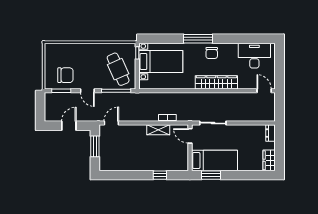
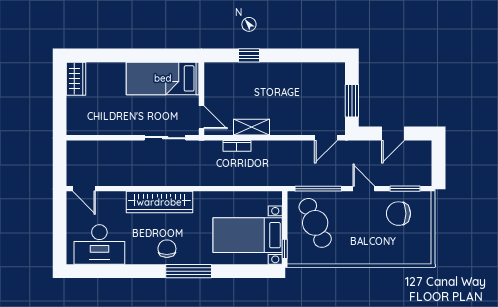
dresser: (271, 133) -> (74, 122), removed
window: (211, 175) -> (168, 55), removed

